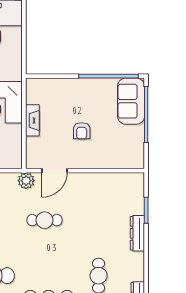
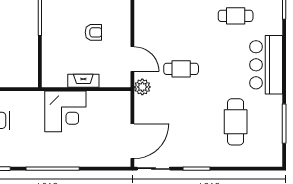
cafe table: (45, 220) -> (181, 69), turned 90

